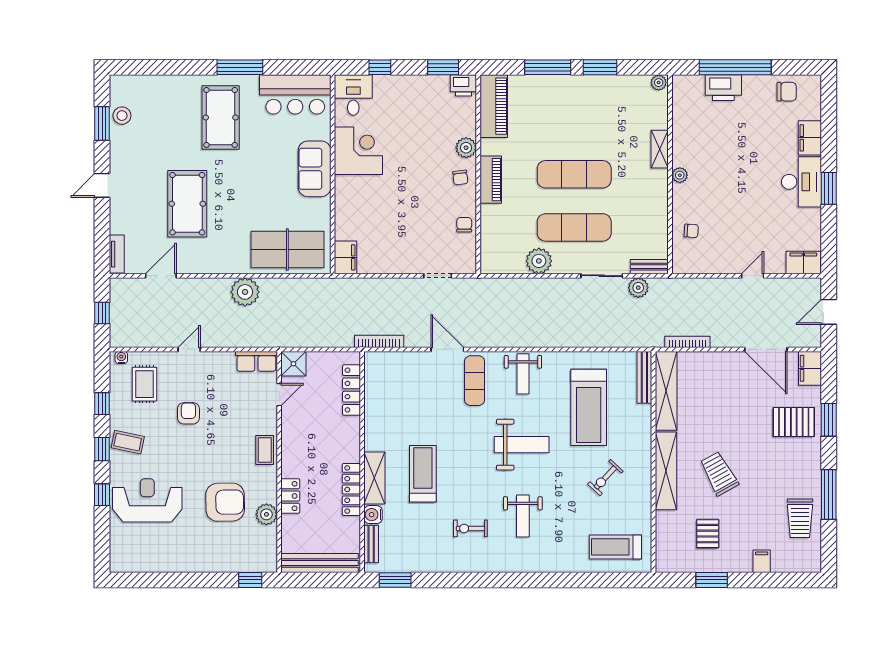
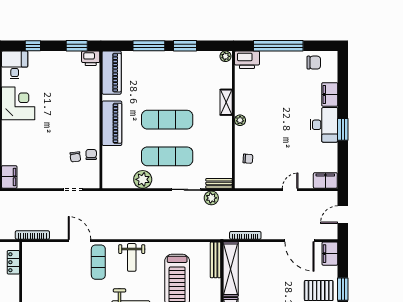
printer: (723, 88) -> (247, 60), moved
plant: (466, 148) -> (92, 101), removed
chair: (460, 178) -> (75, 157), moved
piano: (491, 180) -> (112, 123), width x1.37, depth x1.33
locker: (352, 390) -> (13, 262), width x0.66

